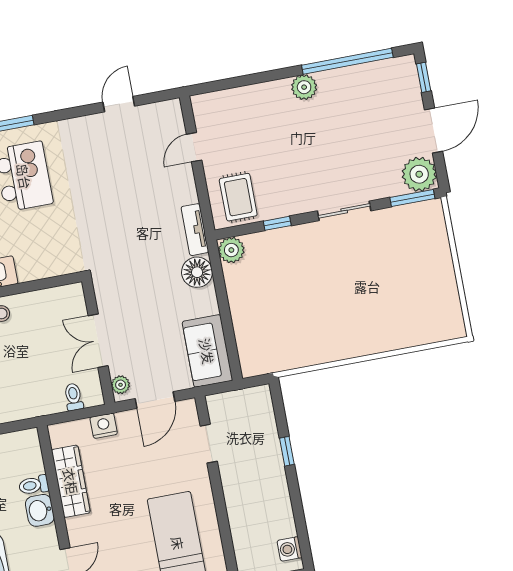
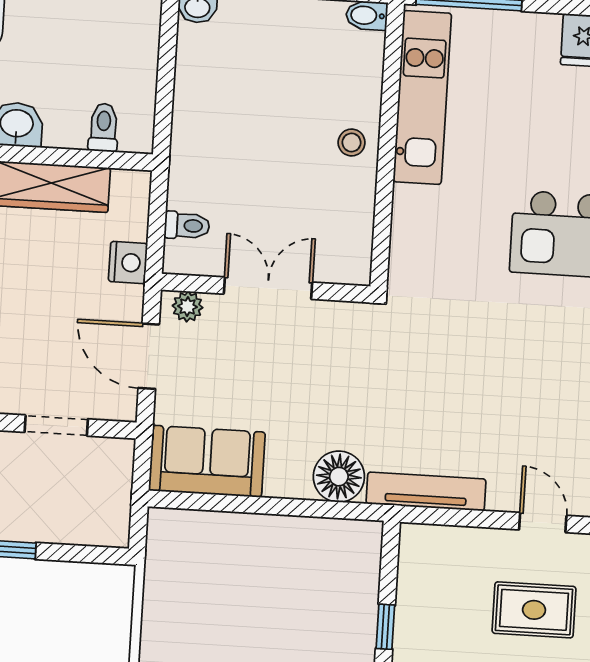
rug: (238, 197) -> (534, 610), moved
tv unit: (195, 230) -> (426, 491), width x1.41
plant: (231, 250) -> (361, 541), removed
toilet: (34, 485) -> (104, 128), moved

